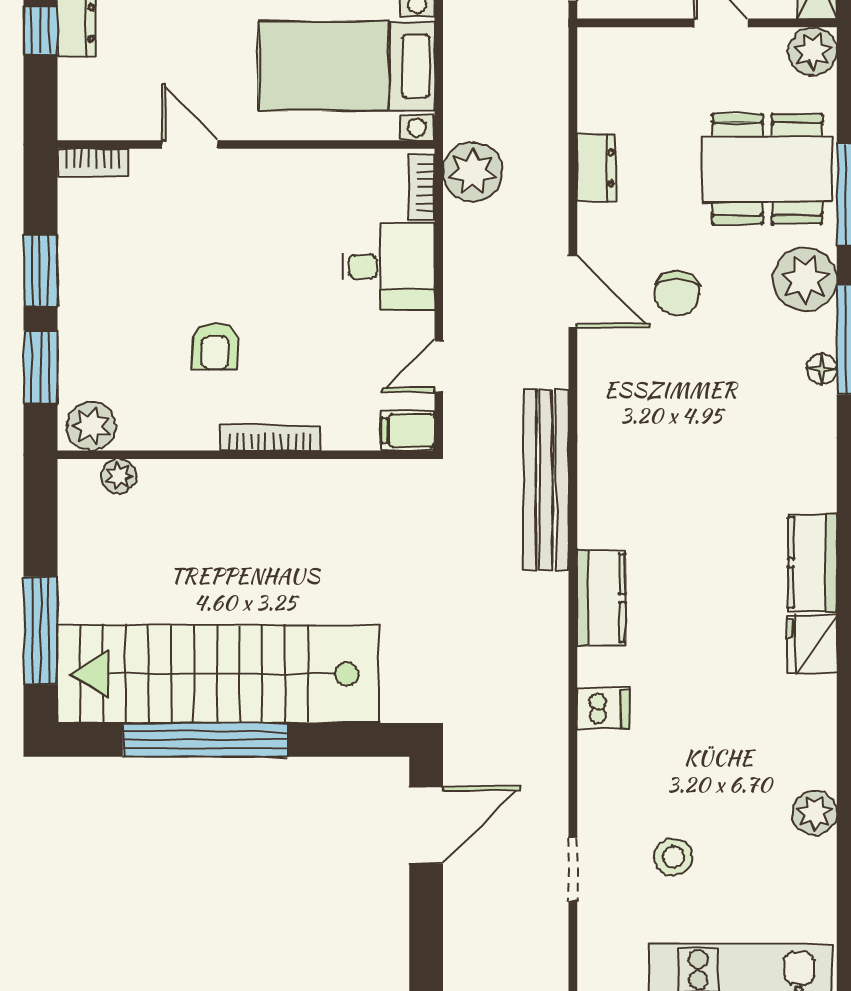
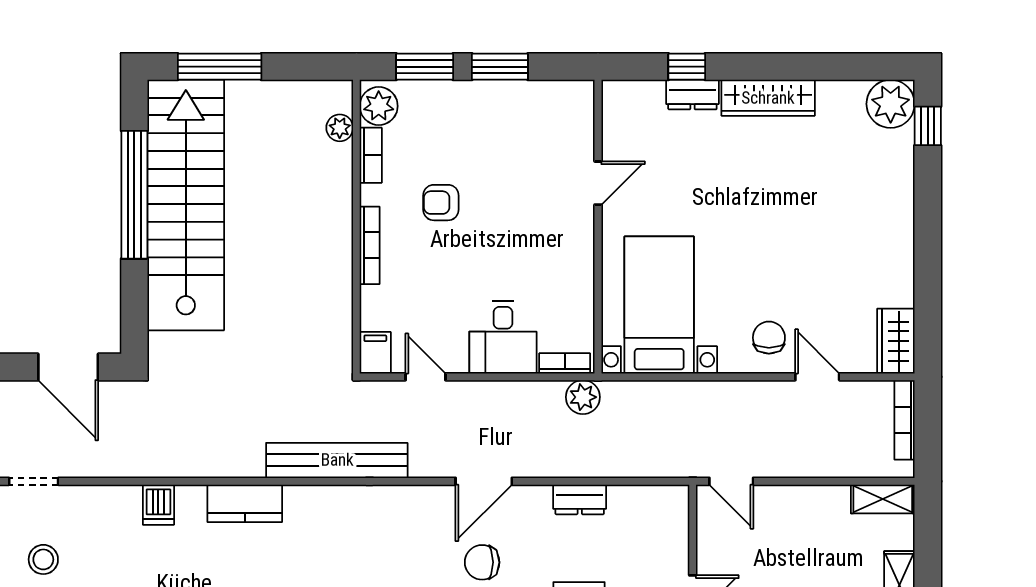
bookcase: (93, 163) -> (371, 155), moved, turned 180
plant: (473, 172) -> (583, 397), width x0.73, depth x0.73

